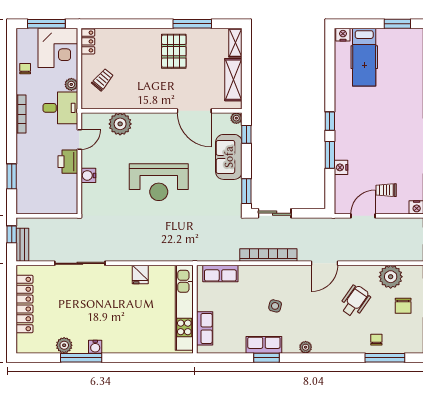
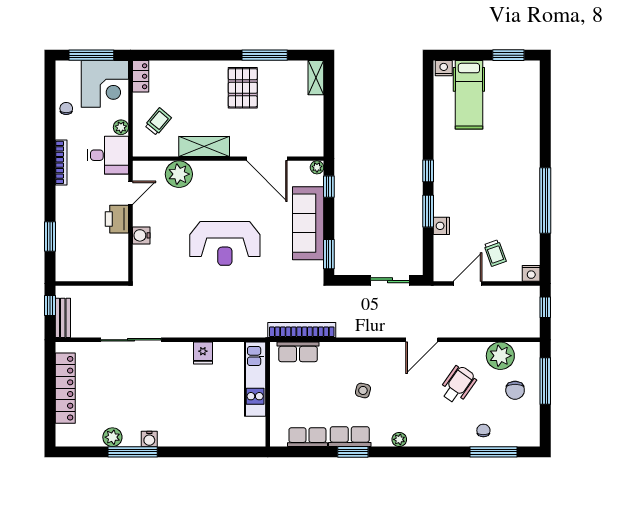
shelving: (233, 80) -> (204, 146), moved, turned 90
sofa: (229, 157) -> (308, 223), width x1.36
trolley: (386, 190) -> (495, 253), turned -110
sliding door: (275, 213) -> (390, 280), moved
bookcase: (268, 255) -> (302, 330), moved
kitchen unit: (184, 308) -> (255, 379), width x0.73
row of seats: (205, 328) -> (307, 437), moved, turned -90

